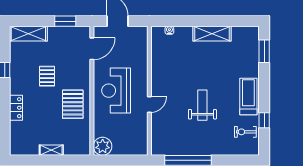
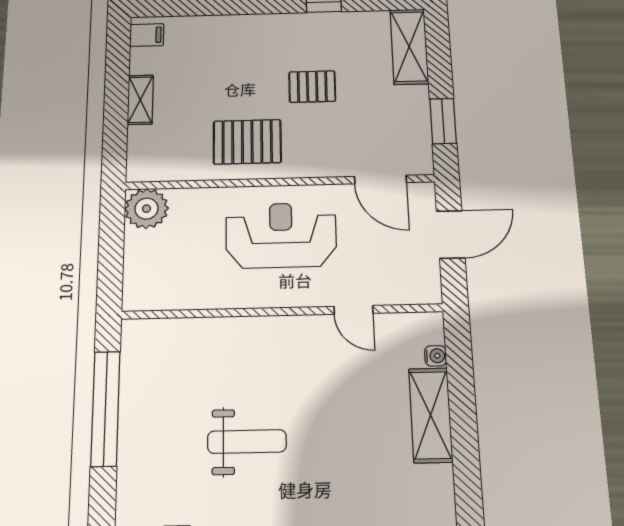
shelving: (212, 34) -> (431, 415), moved
door: (149, 104) -> (353, 310), moved
locker: (16, 108) -> (239, 27), removed
filing cabinet: (19, 148) -> (147, 35), added

